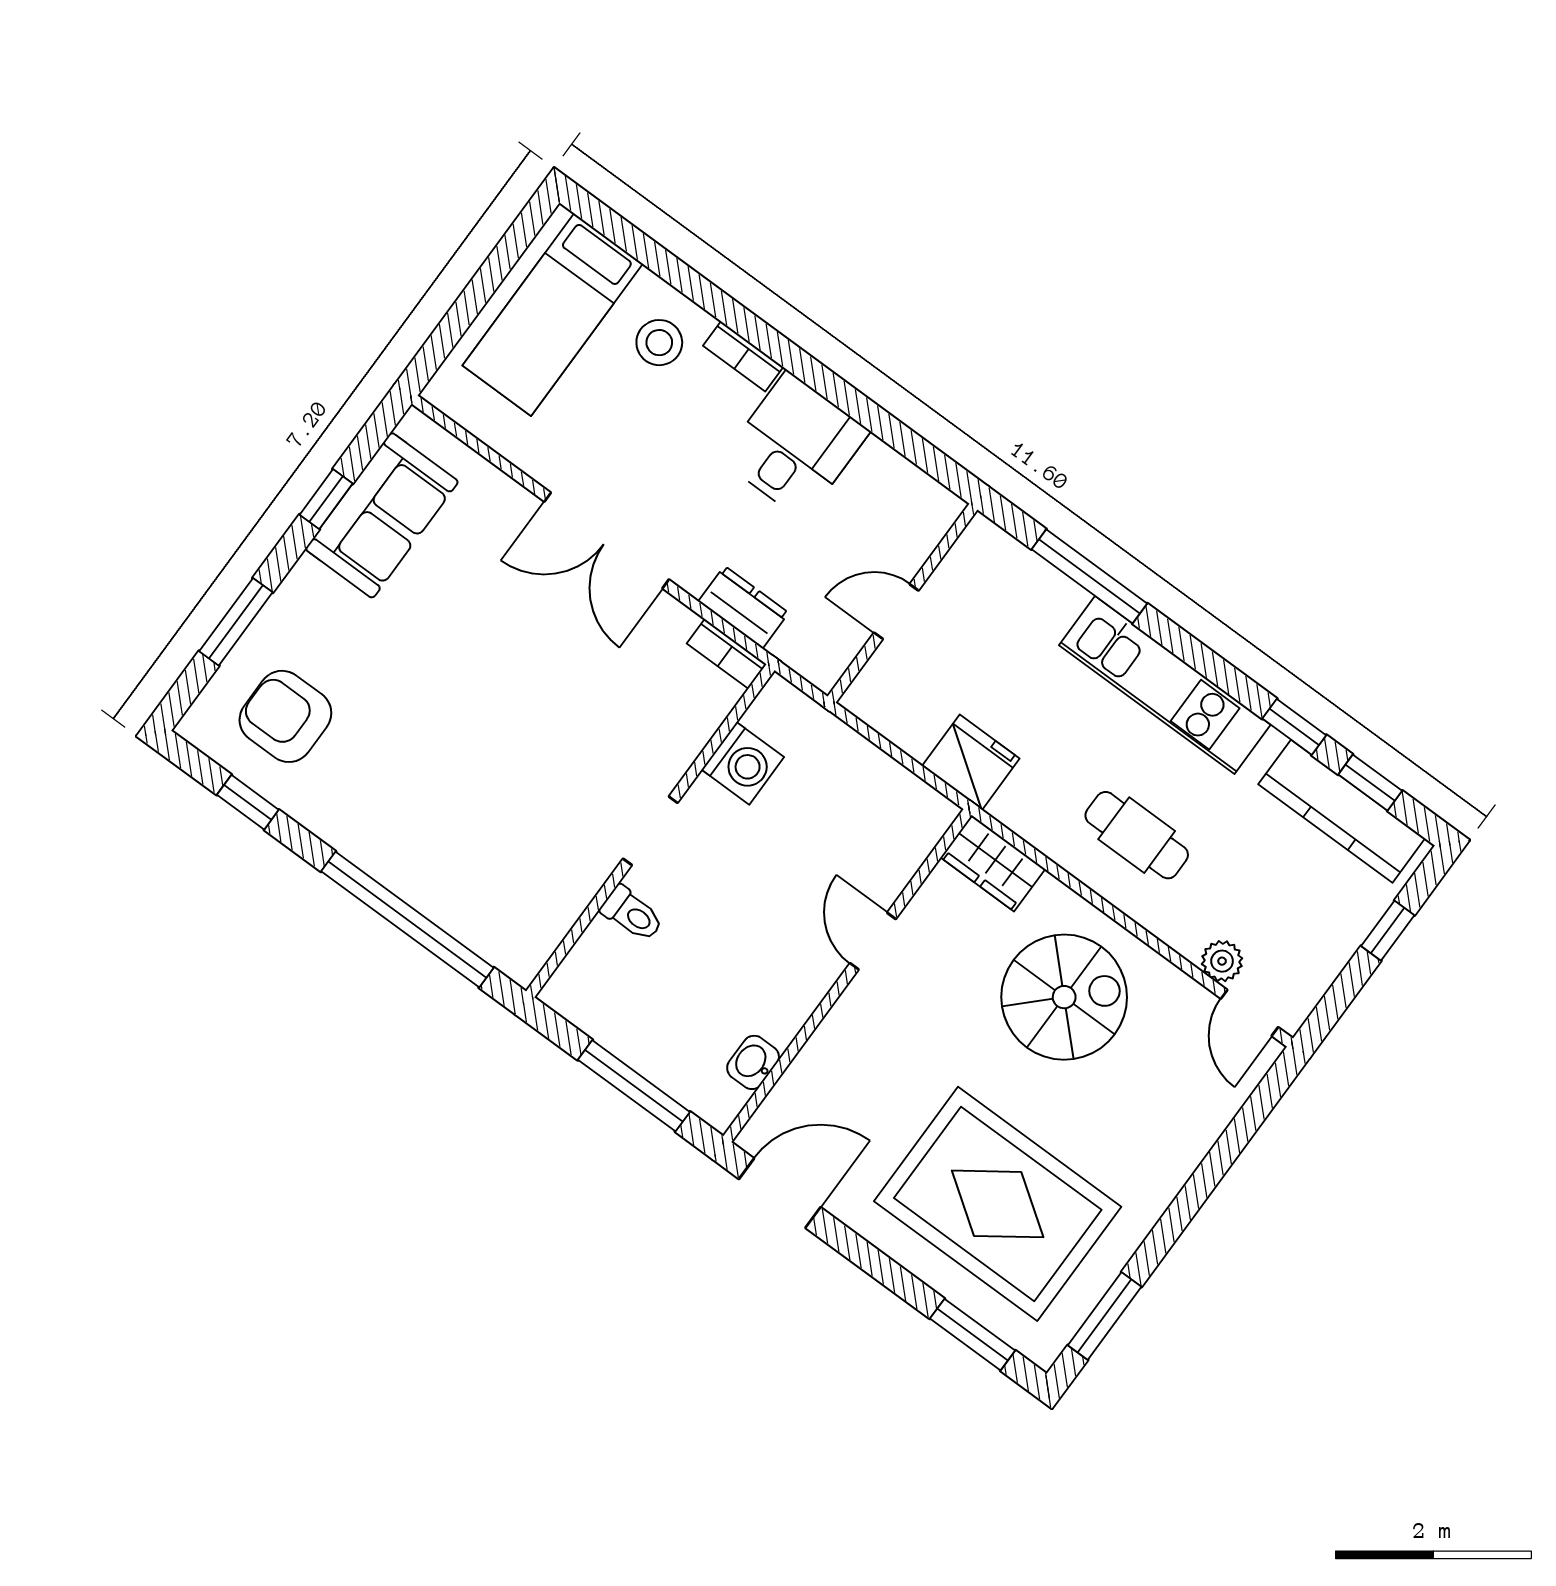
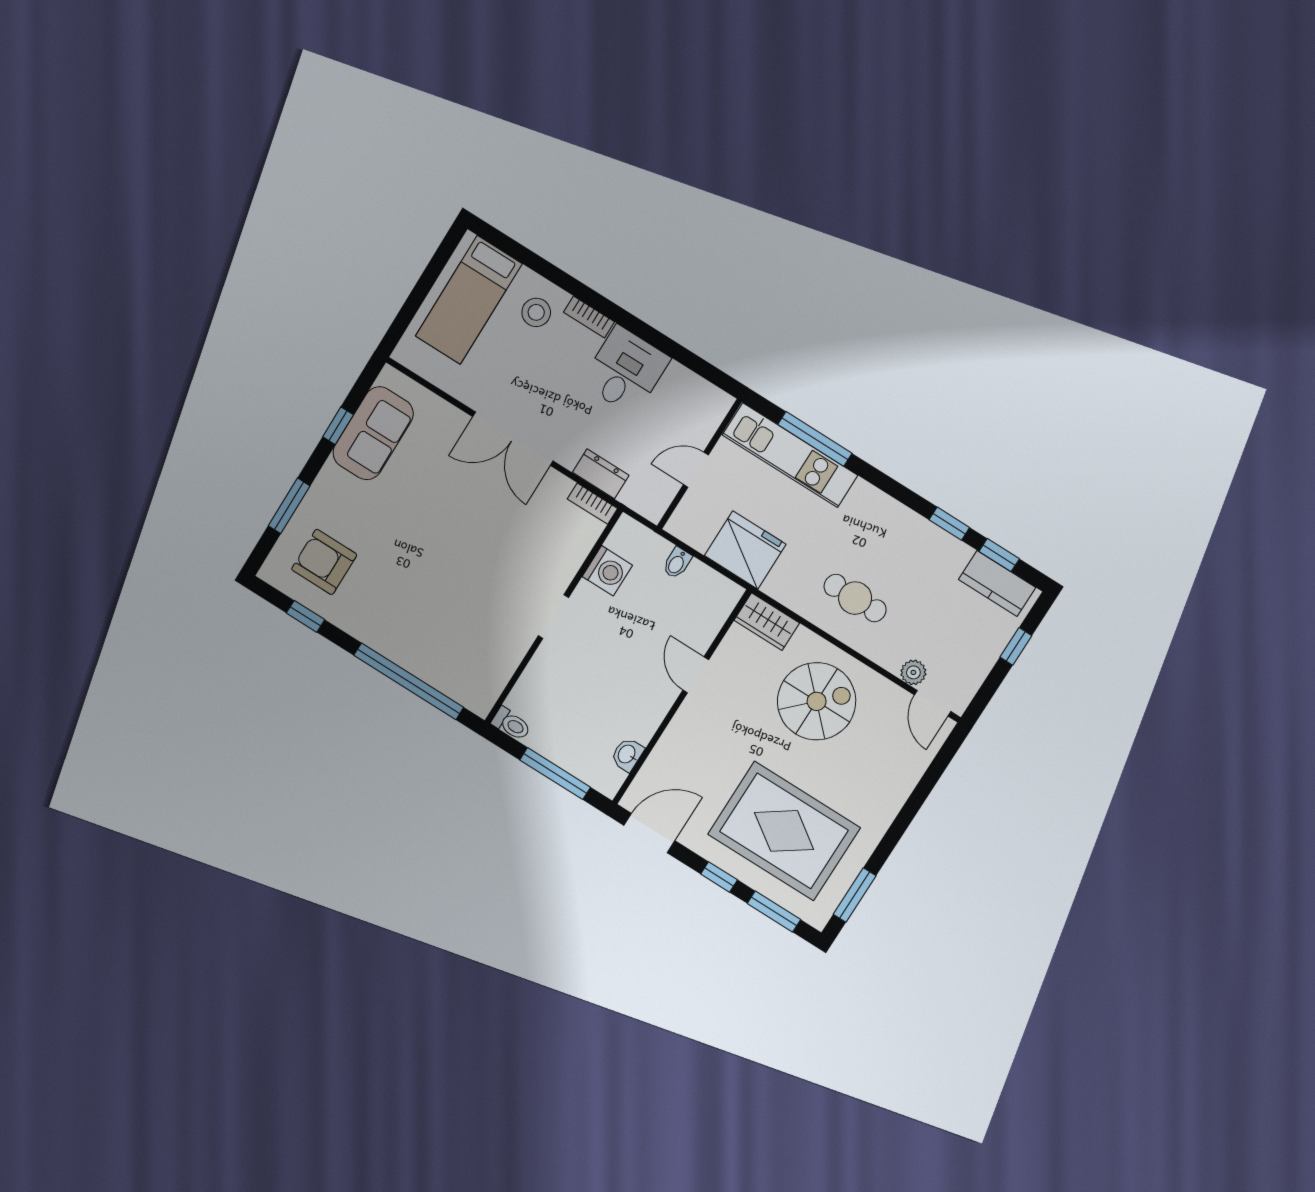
kitchen unit: (1165, 685) -> (790, 455), moved
bidet: (856, 759) -> (677, 563), added
fridge: (971, 762) -> (745, 550), width x1.36, depth x1.34
kitchen counter: (1342, 811) -> (997, 583), width x0.67
toilet: (632, 914) -> (511, 724), moved
window: (887, 1272) -> (719, 877), added

